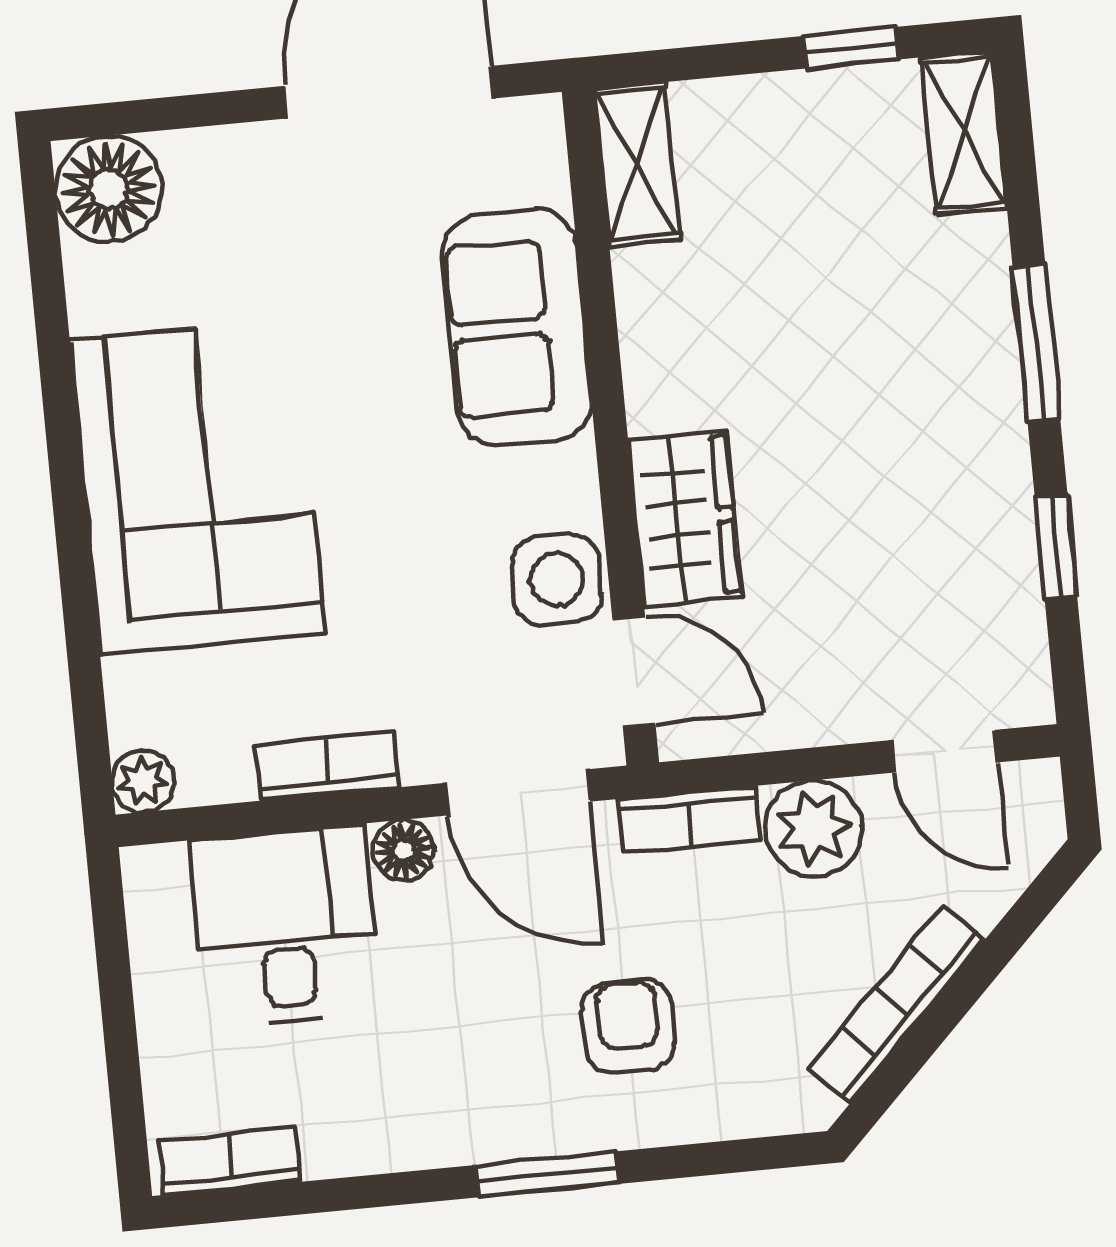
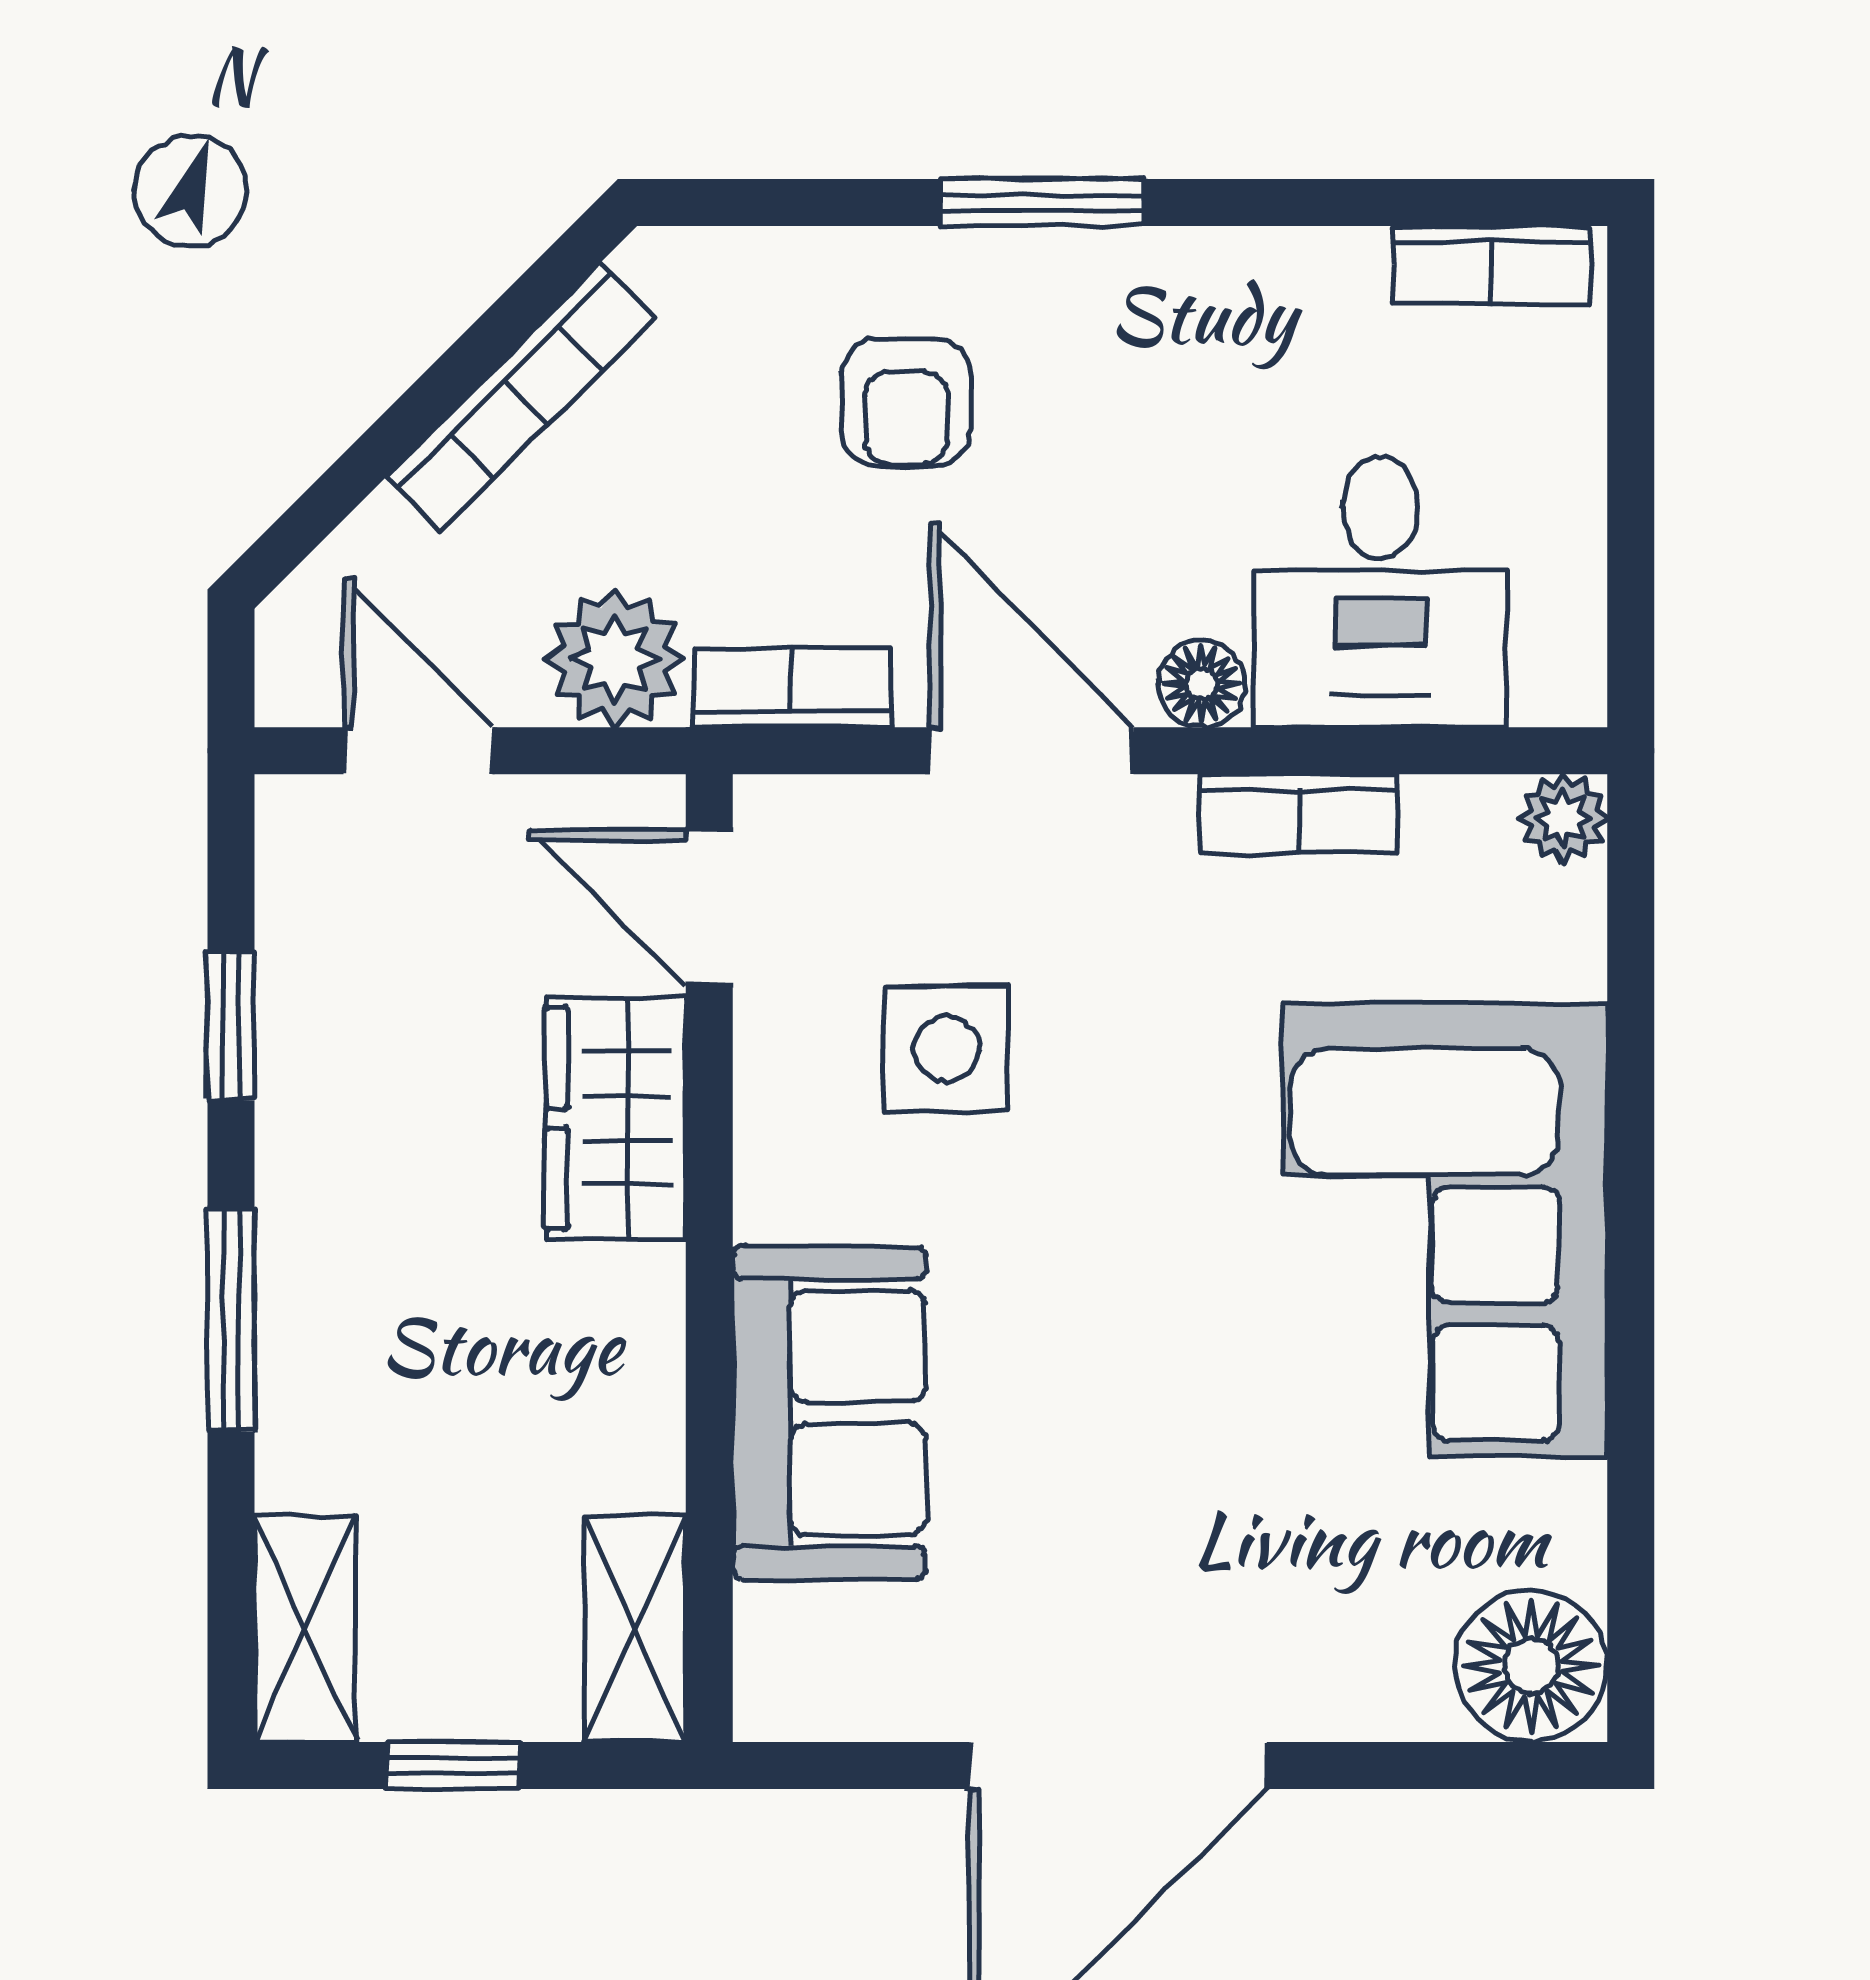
shelving: (637, 164) -> (635, 1629), moved
sofa: (517, 328) -> (829, 1413), moved
wall: (610, 427) -> (709, 1258), moved
wardrobe: (685, 518) -> (616, 1118), moved
door: (634, 671) -> (709, 907), moved

